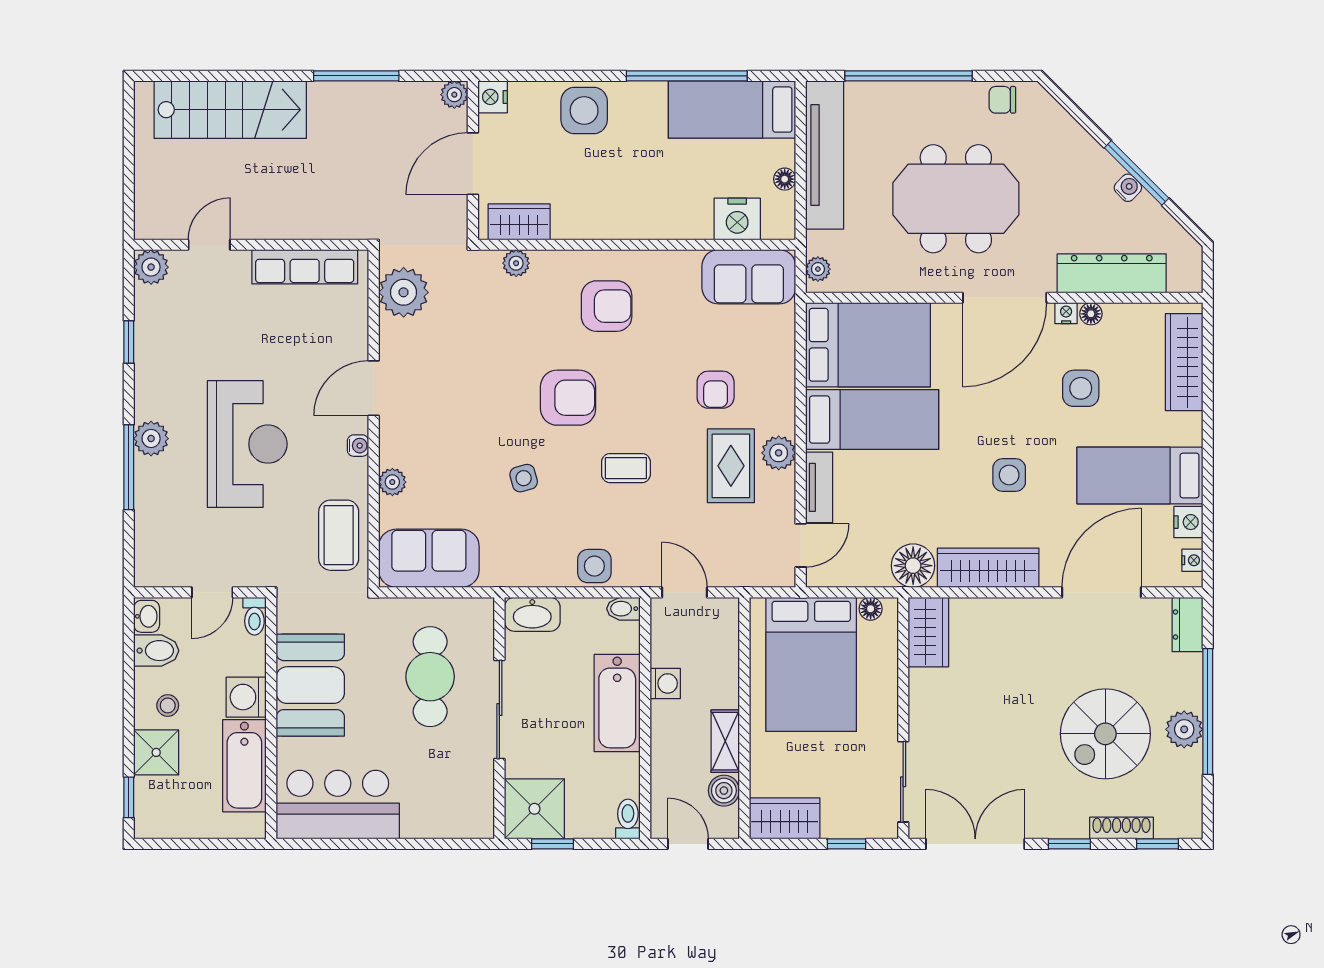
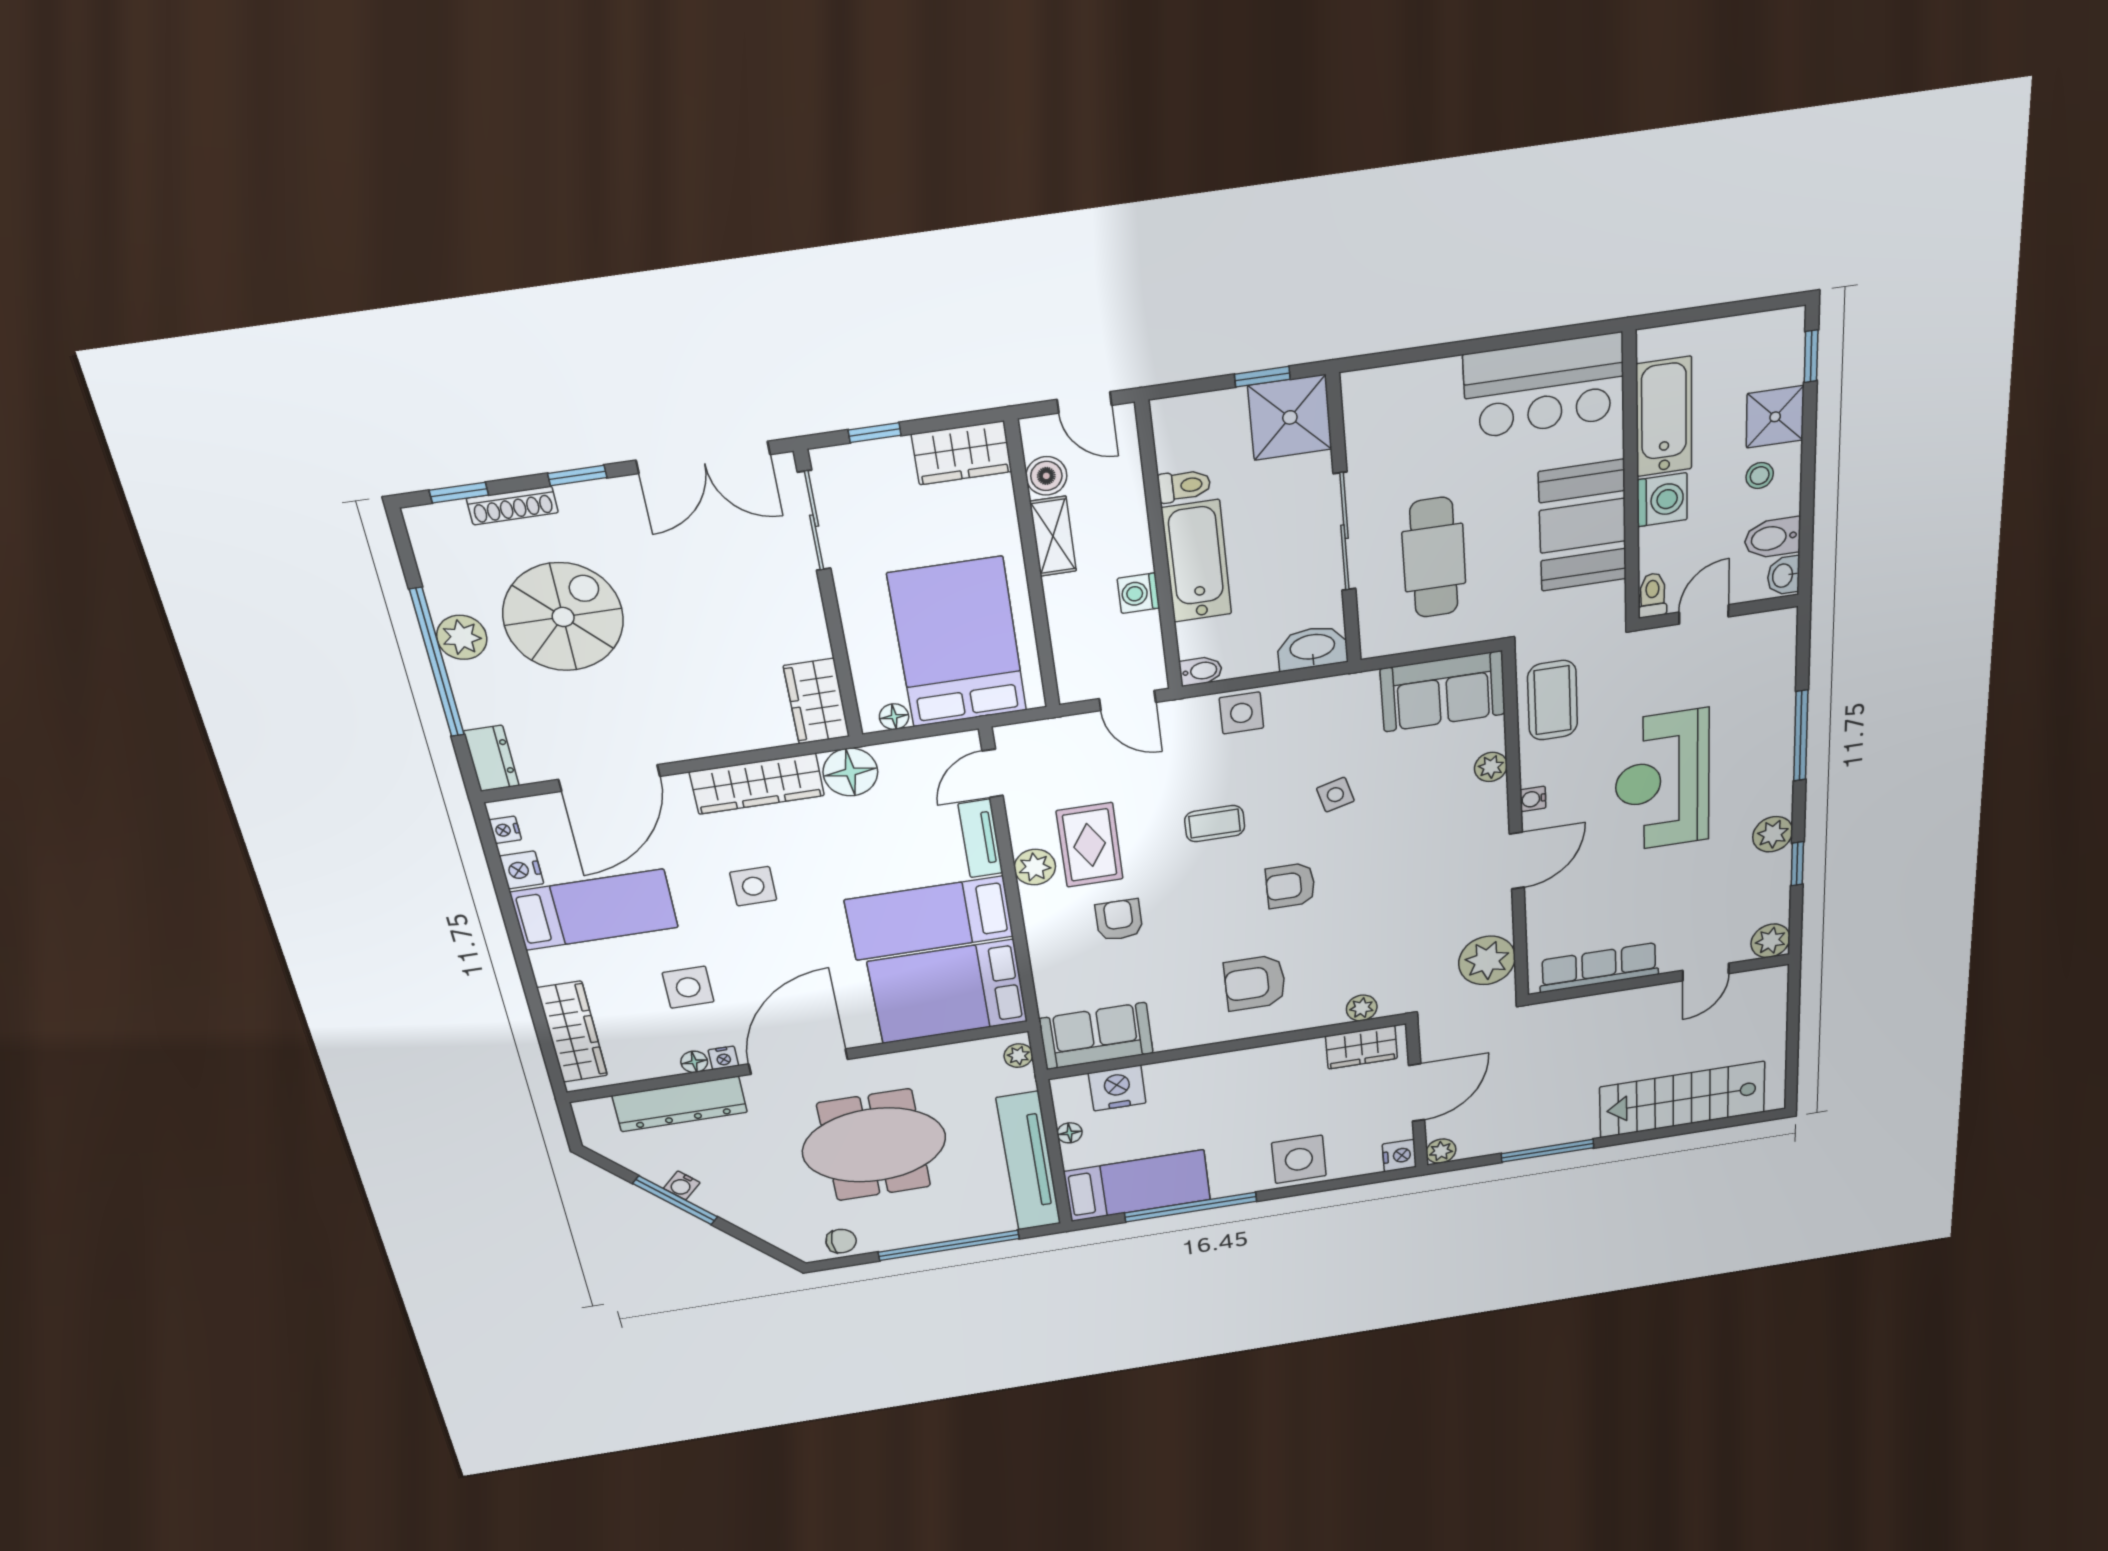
armchair: (568, 398) -> (1290, 886), width x0.72, depth x0.72
plant: (151, 439) -> (1773, 834), moved
toilet: (628, 819) -> (1184, 486), moved, turned -90

